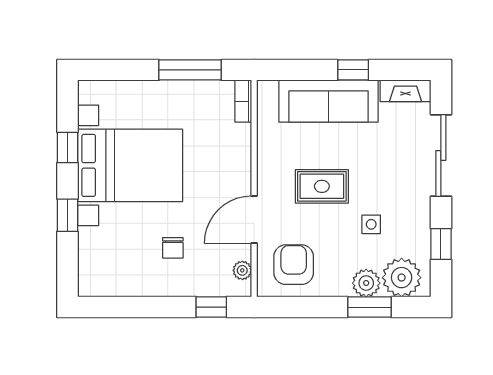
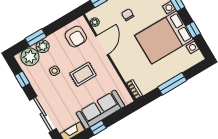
window: (190, 70) -> (172, 84), moved

